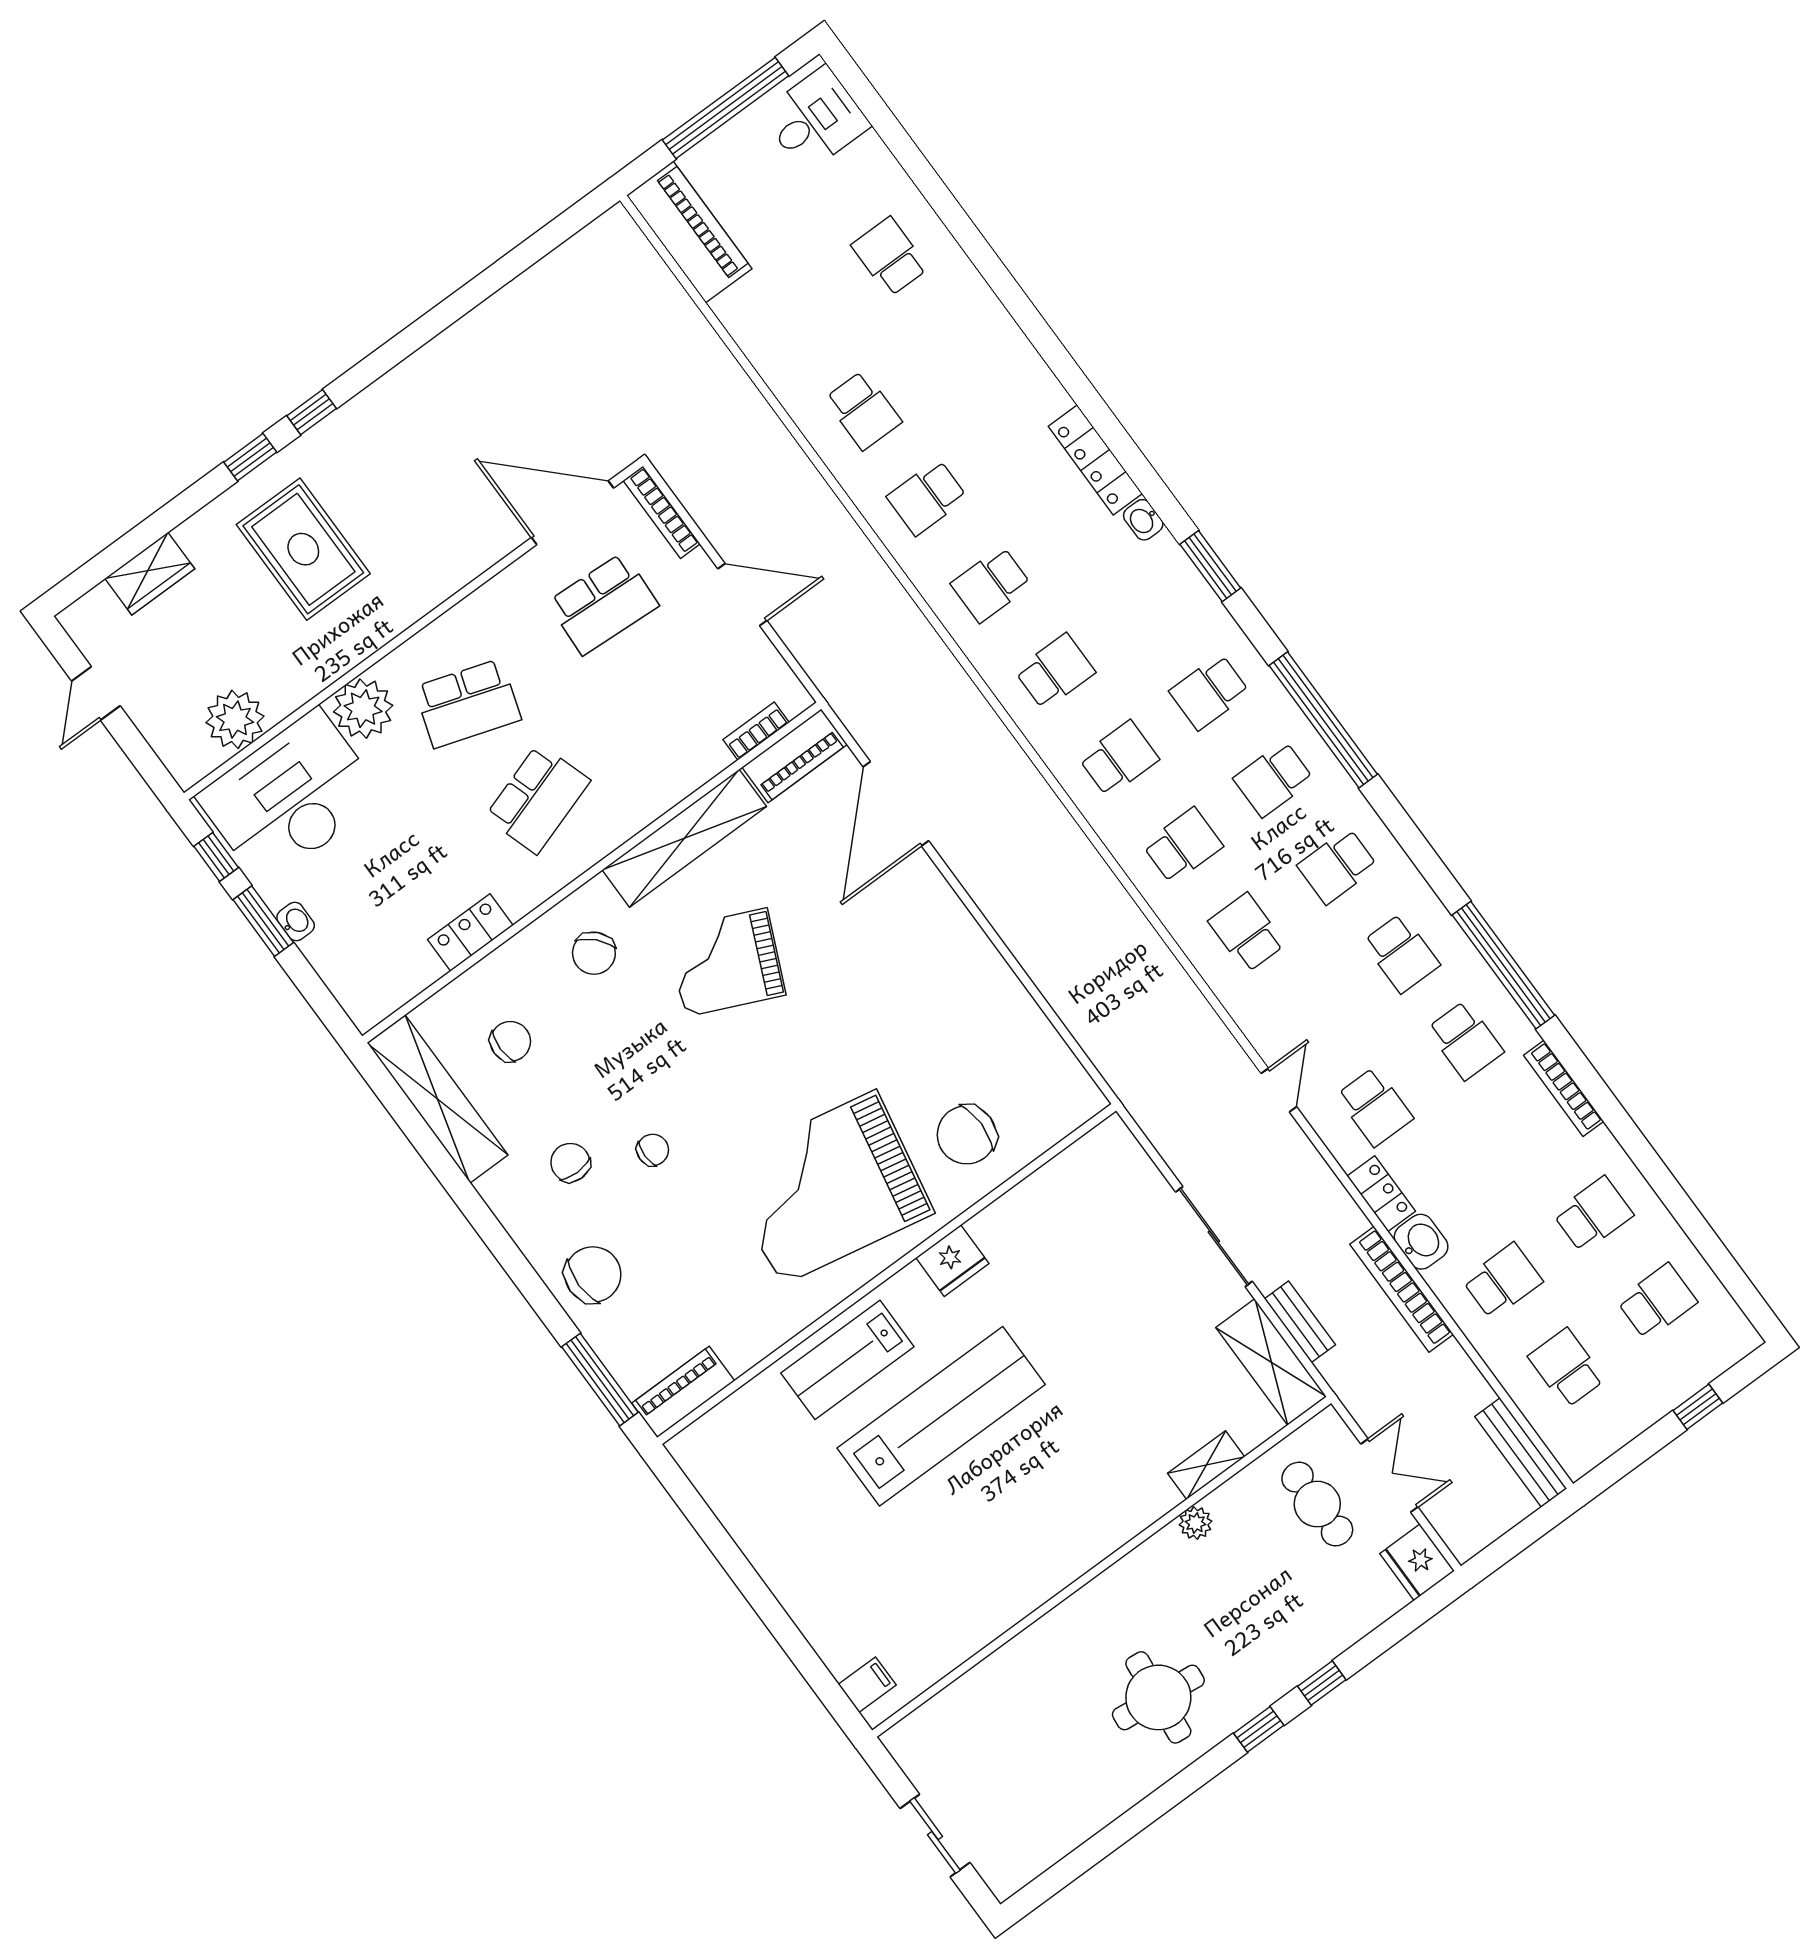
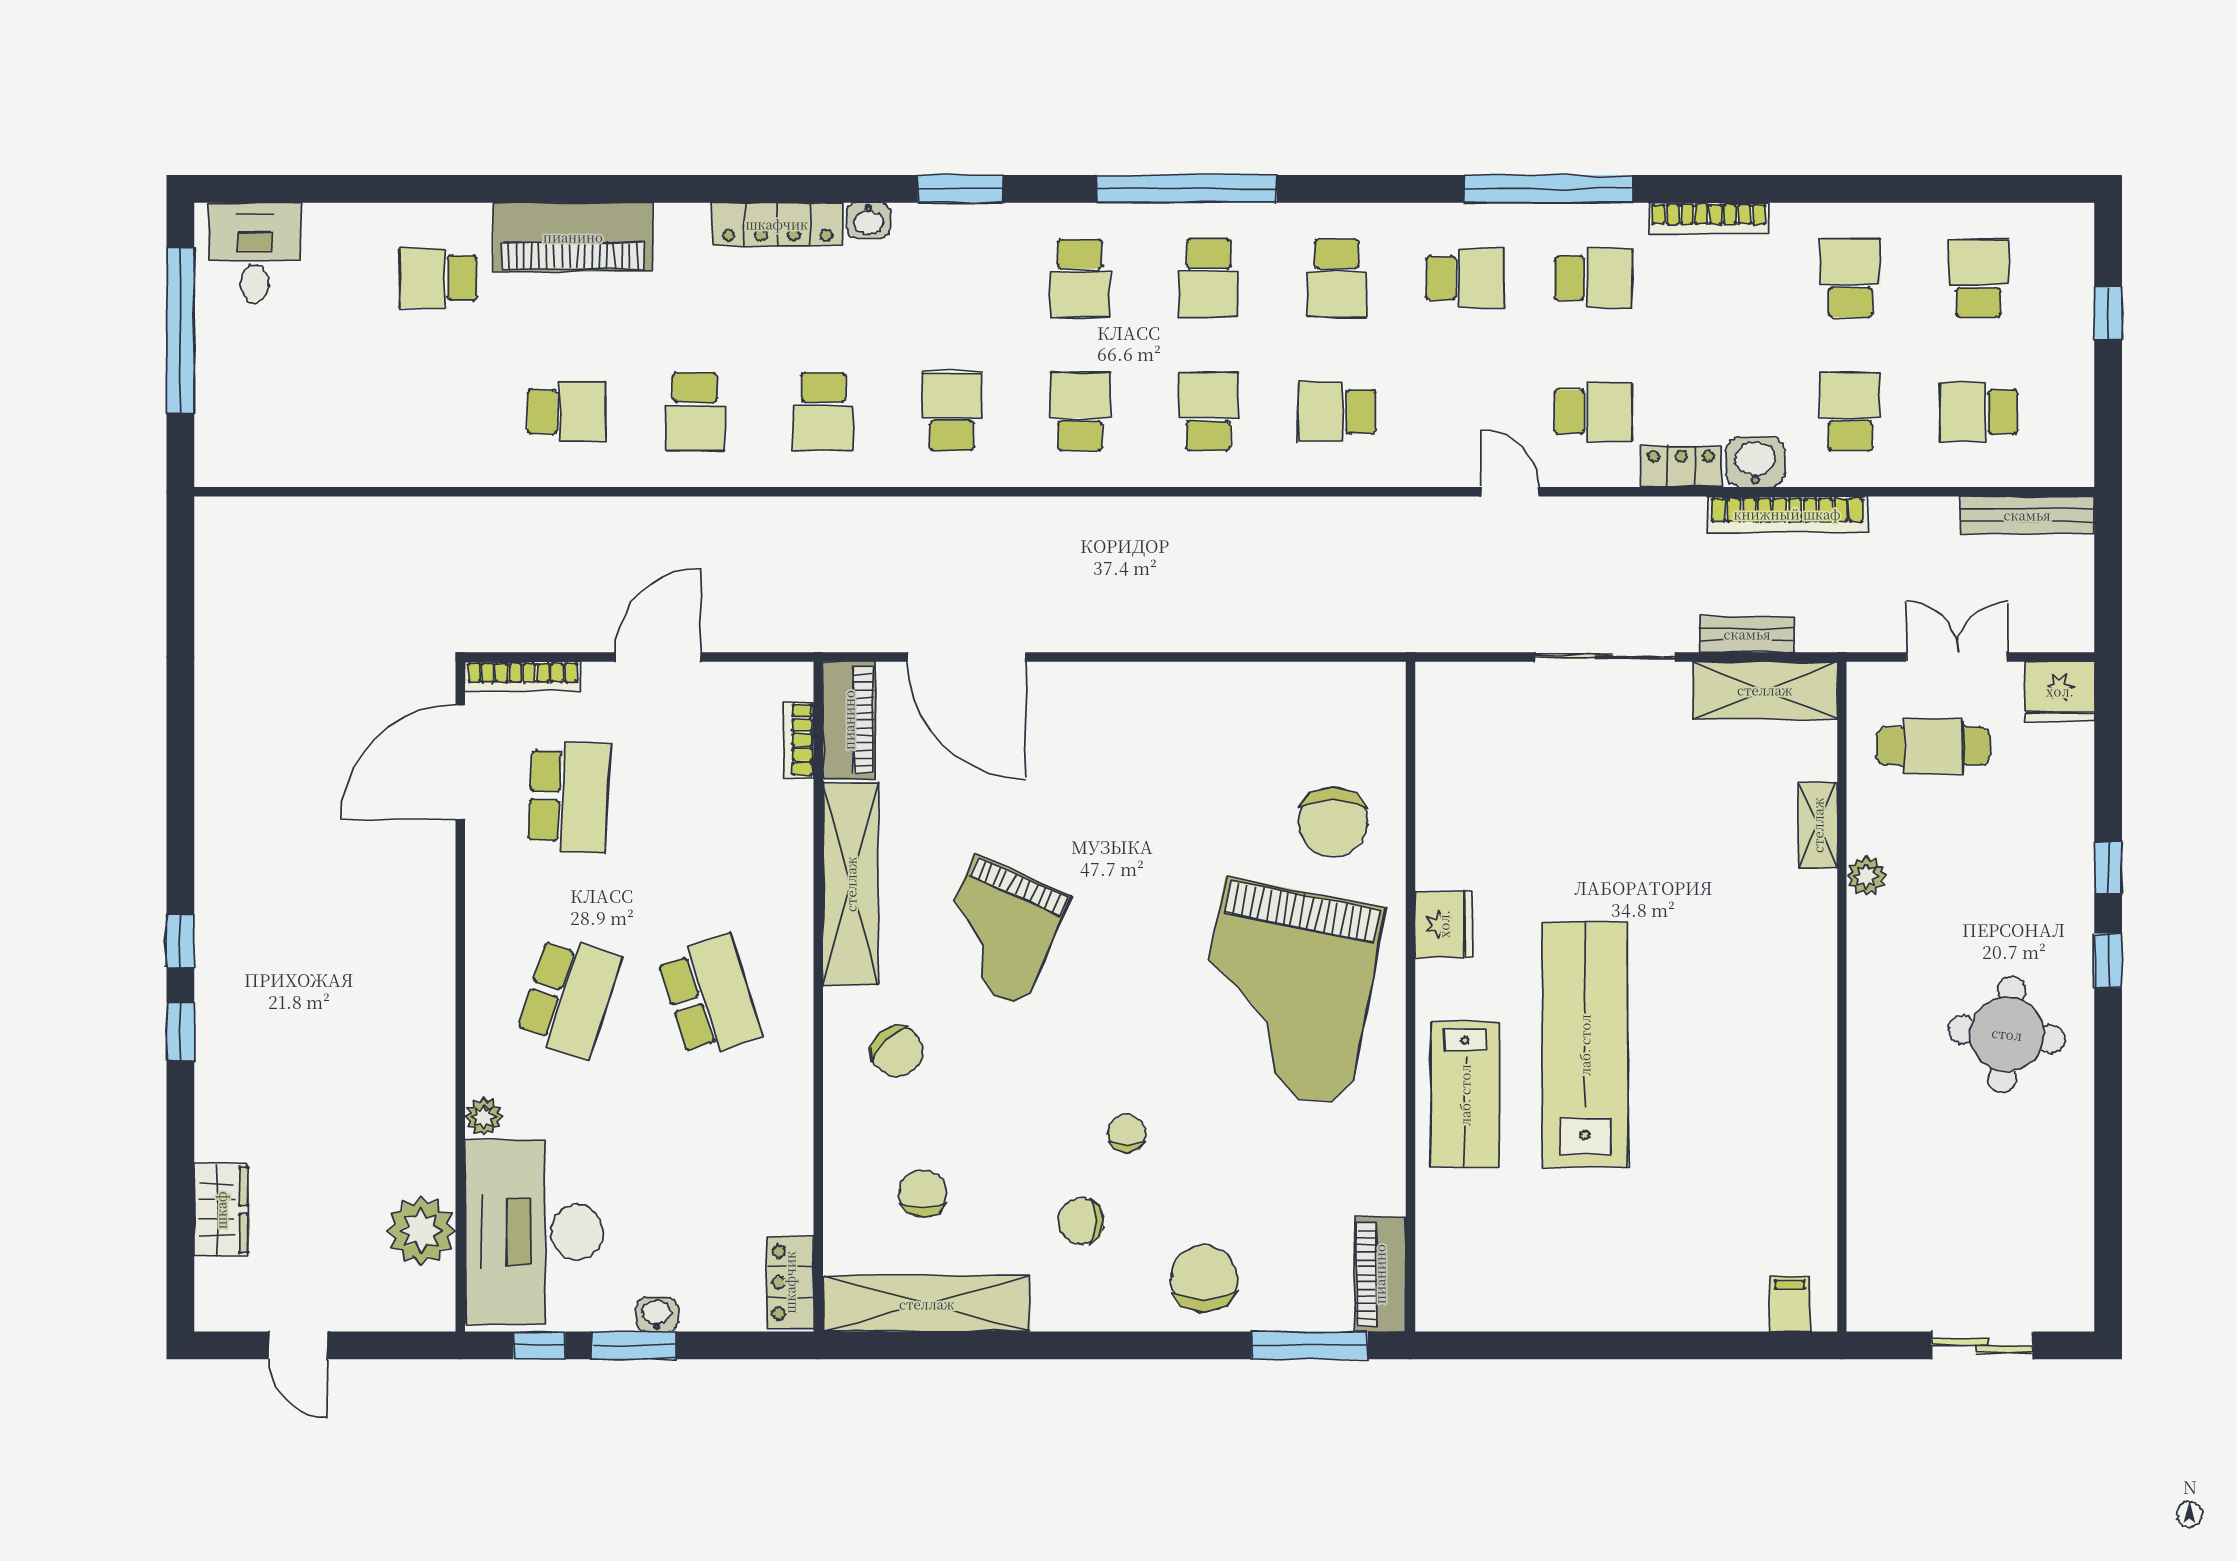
piano: (689, 232) -> (573, 237), moved, turned 180
rug: (303, 549) -> (306, 1045), removed
plant: (363, 709) -> (484, 1117), width x0.53, depth x0.53
locker: (470, 932) -> (790, 1282), moved

